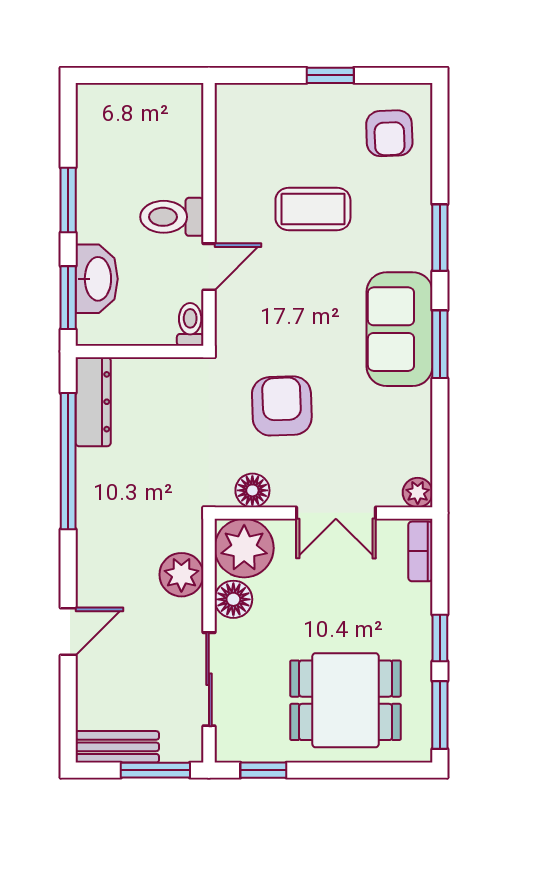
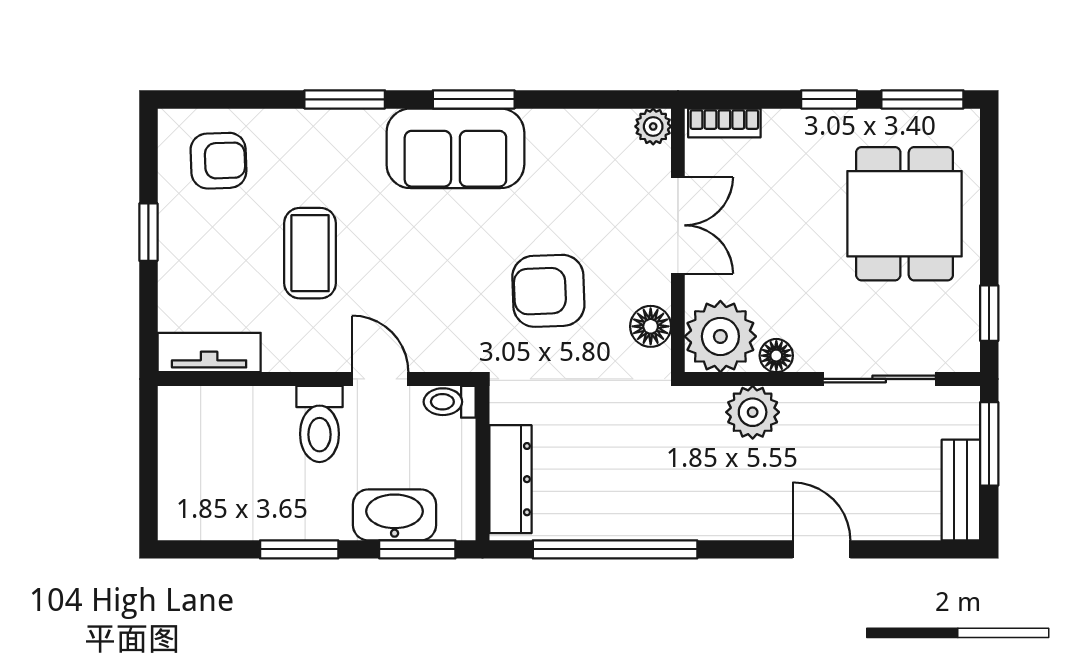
tv unit: (231, 126) -> (209, 352), added
dresser: (93, 402) -> (510, 479), moved, turned 90
floor lamp: (233, 599) -> (776, 356), width x0.73, depth x0.73

